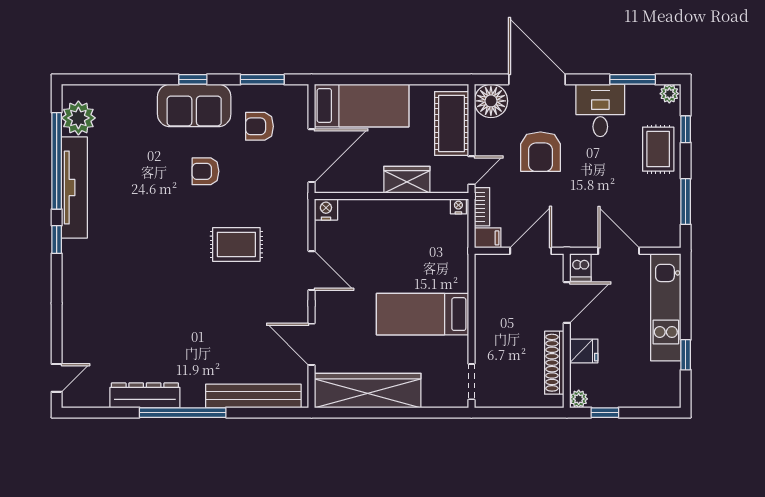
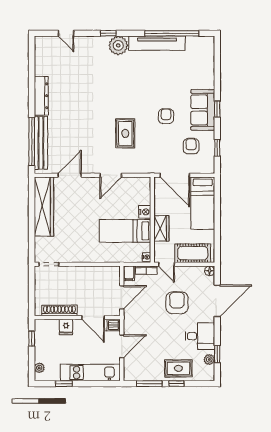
window: (262, 79) -> (217, 148), width x0.67
window: (633, 79) -> (217, 354), width x0.67
plant: (669, 94) -> (209, 359), moved
floor lamp: (491, 101) -> (210, 271), width x0.53, depth x0.53
plant: (78, 118) -> (118, 45), moved
window: (686, 129) -> (176, 384), moved
armchair: (540, 152) -> (177, 303), turned 90
nightstand: (326, 209) -> (145, 212), moved
window: (57, 240) -> (108, 33), moved
door: (531, 251) -> (122, 297), hinge flipped
bed: (422, 314) -> (125, 231), moved, turned -90
door: (57, 378) -> (66, 33), moved
dresser: (145, 395) -> (41, 96), moved
plant: (579, 399) -> (39, 368), moved
window: (183, 413) -> (32, 142), moved

